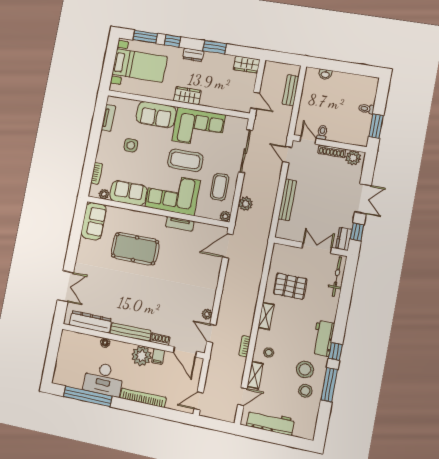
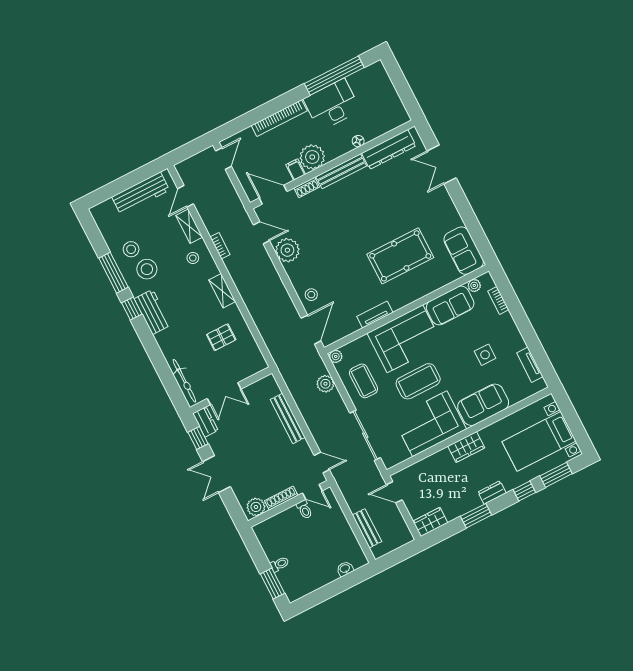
window: (376, 126) -> (272, 584), moved
stool: (210, 268) -> (311, 295), added
pallet: (290, 286) -> (221, 337), width x0.67, depth x0.71
plant: (207, 314) -> (287, 250), width x1.88, depth x1.88

